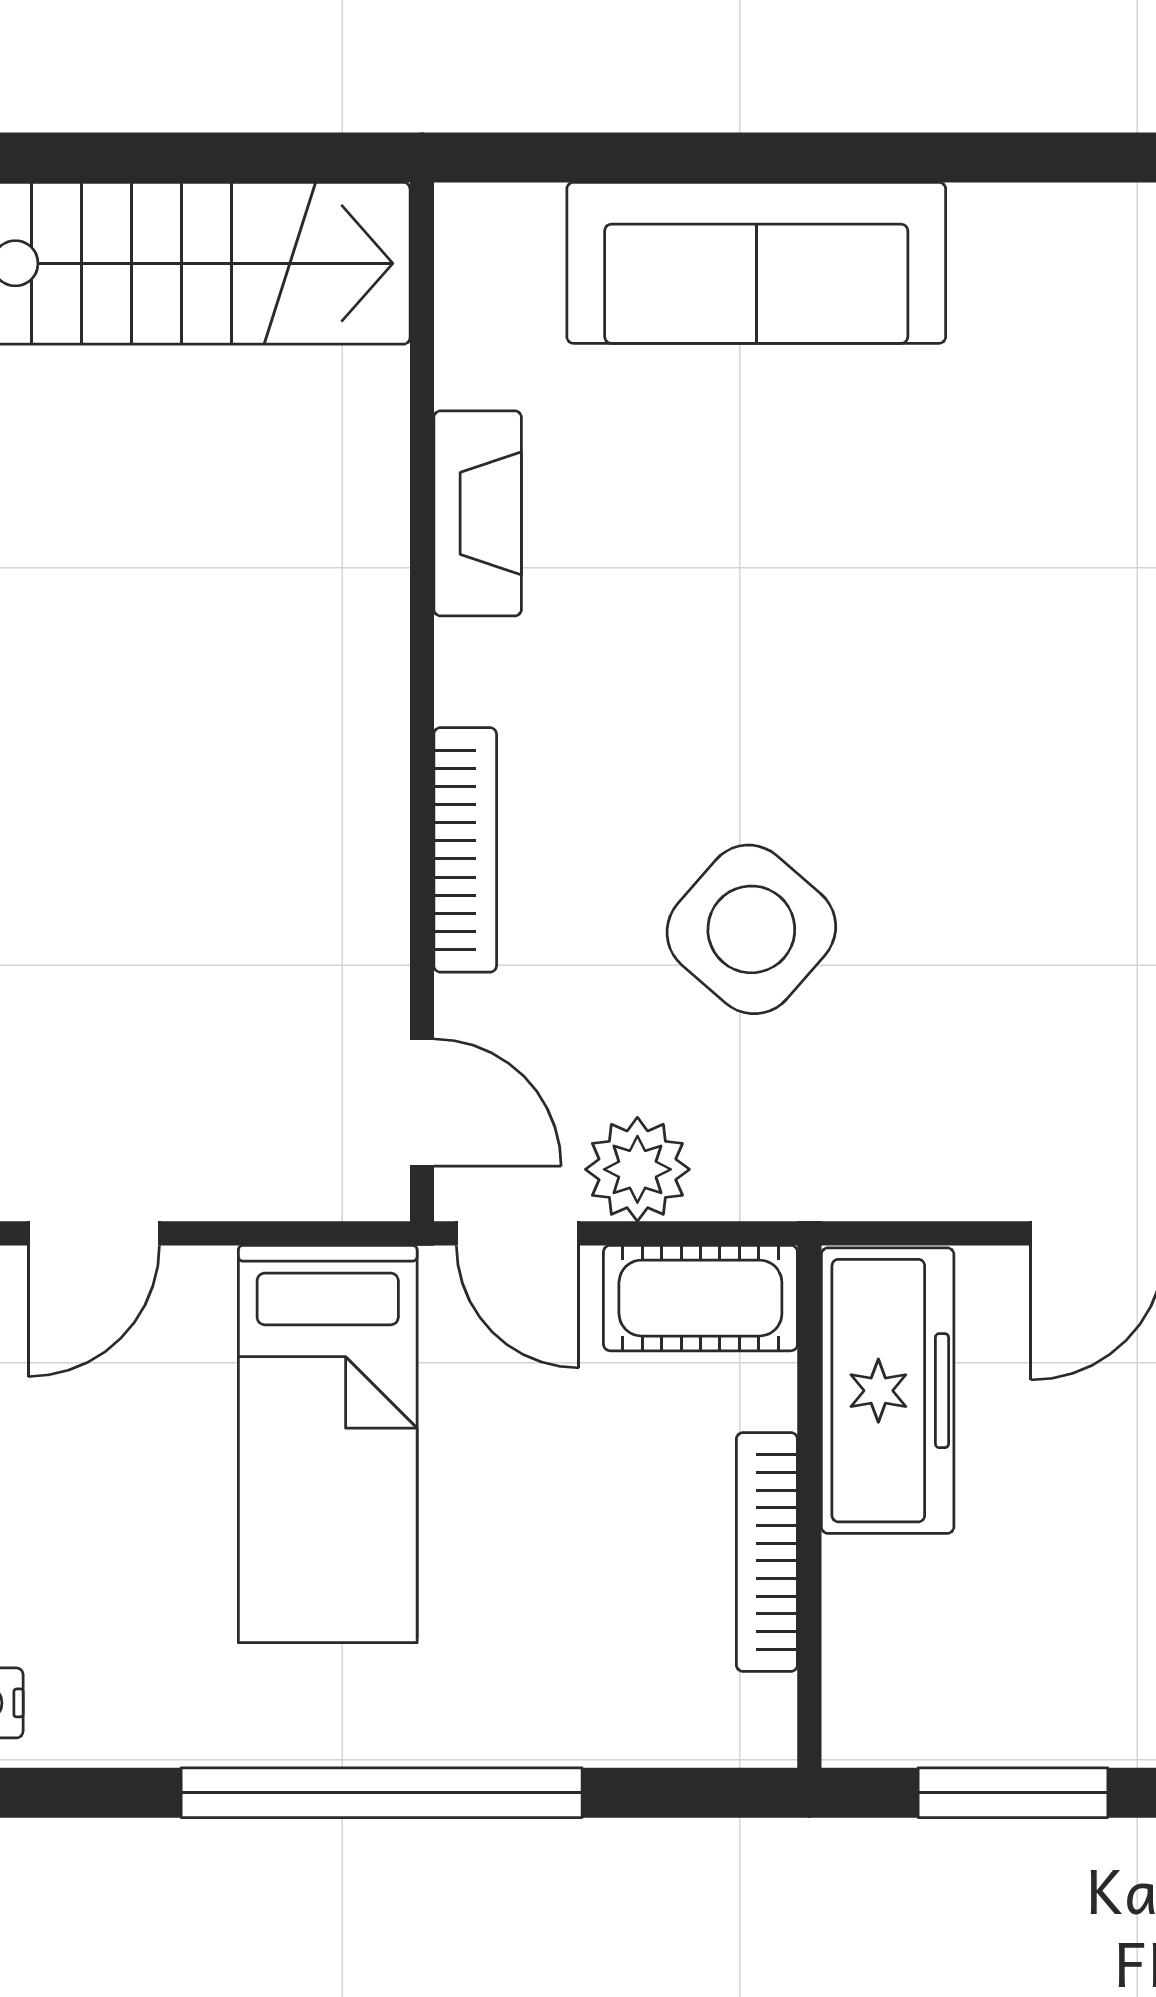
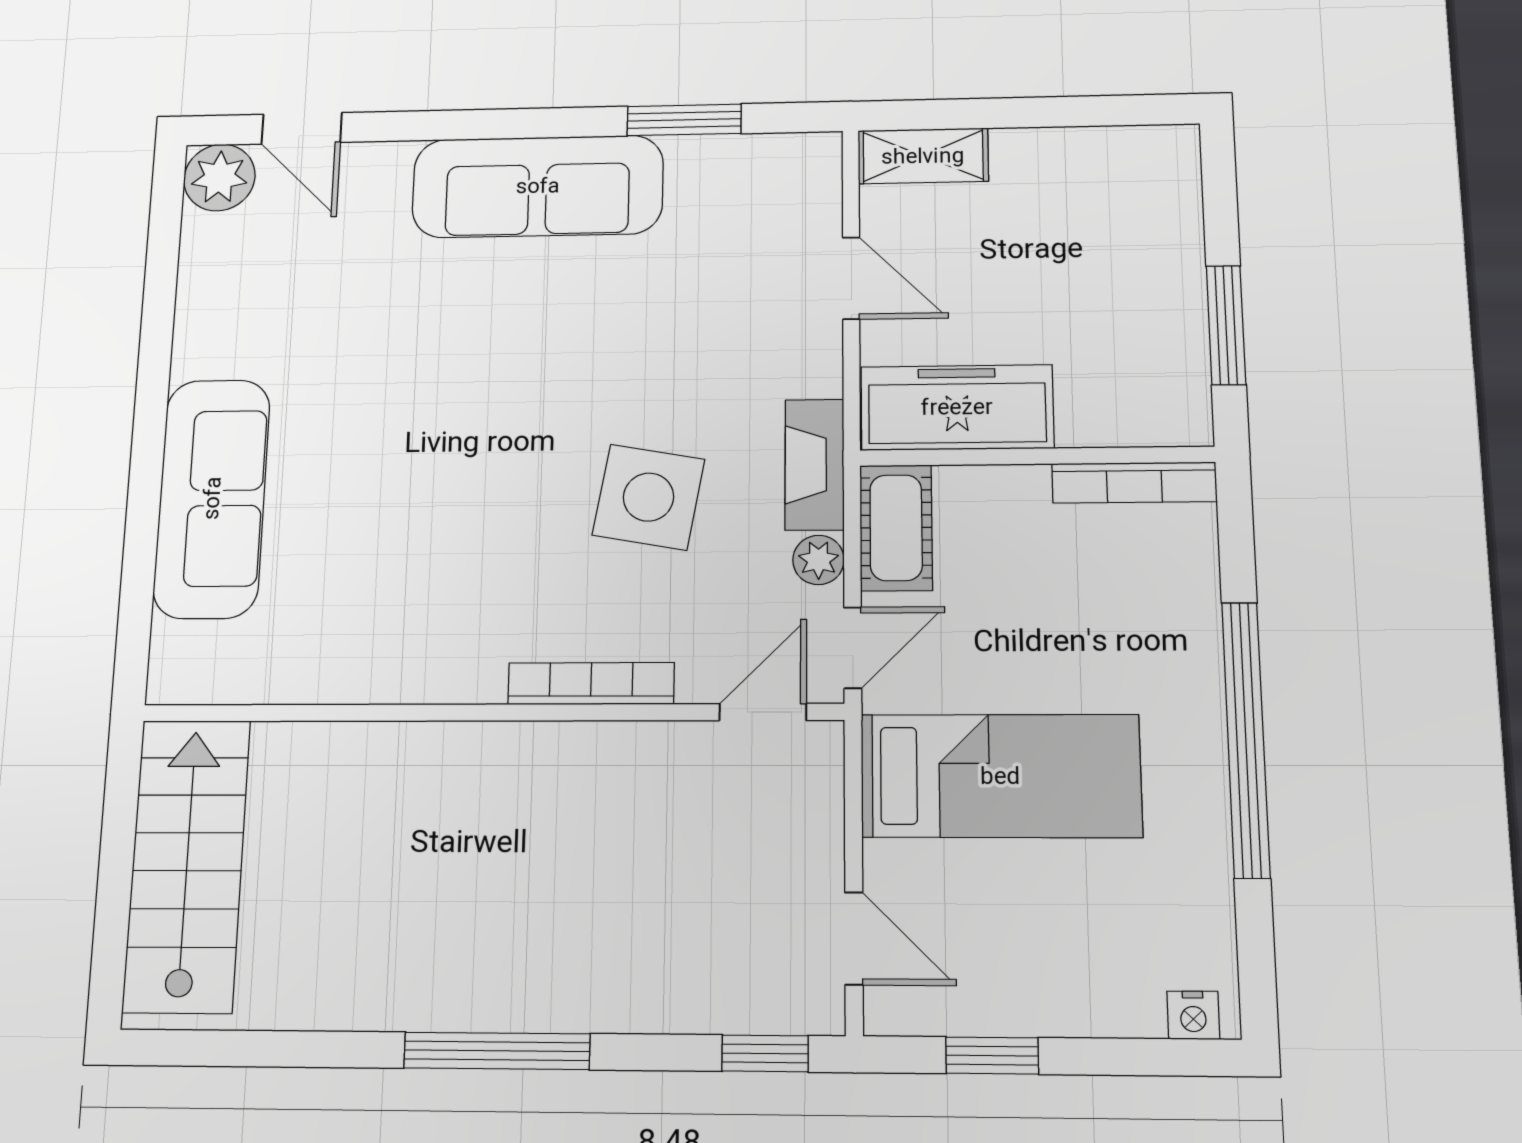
fireplace: (478, 513) -> (815, 465), moved, turned -90
side table: (751, 929) -> (648, 497), turned -31
plant: (637, 1169) -> (819, 560), width x0.73, depth x0.73
bookcase: (767, 1552) -> (1134, 483), moved

